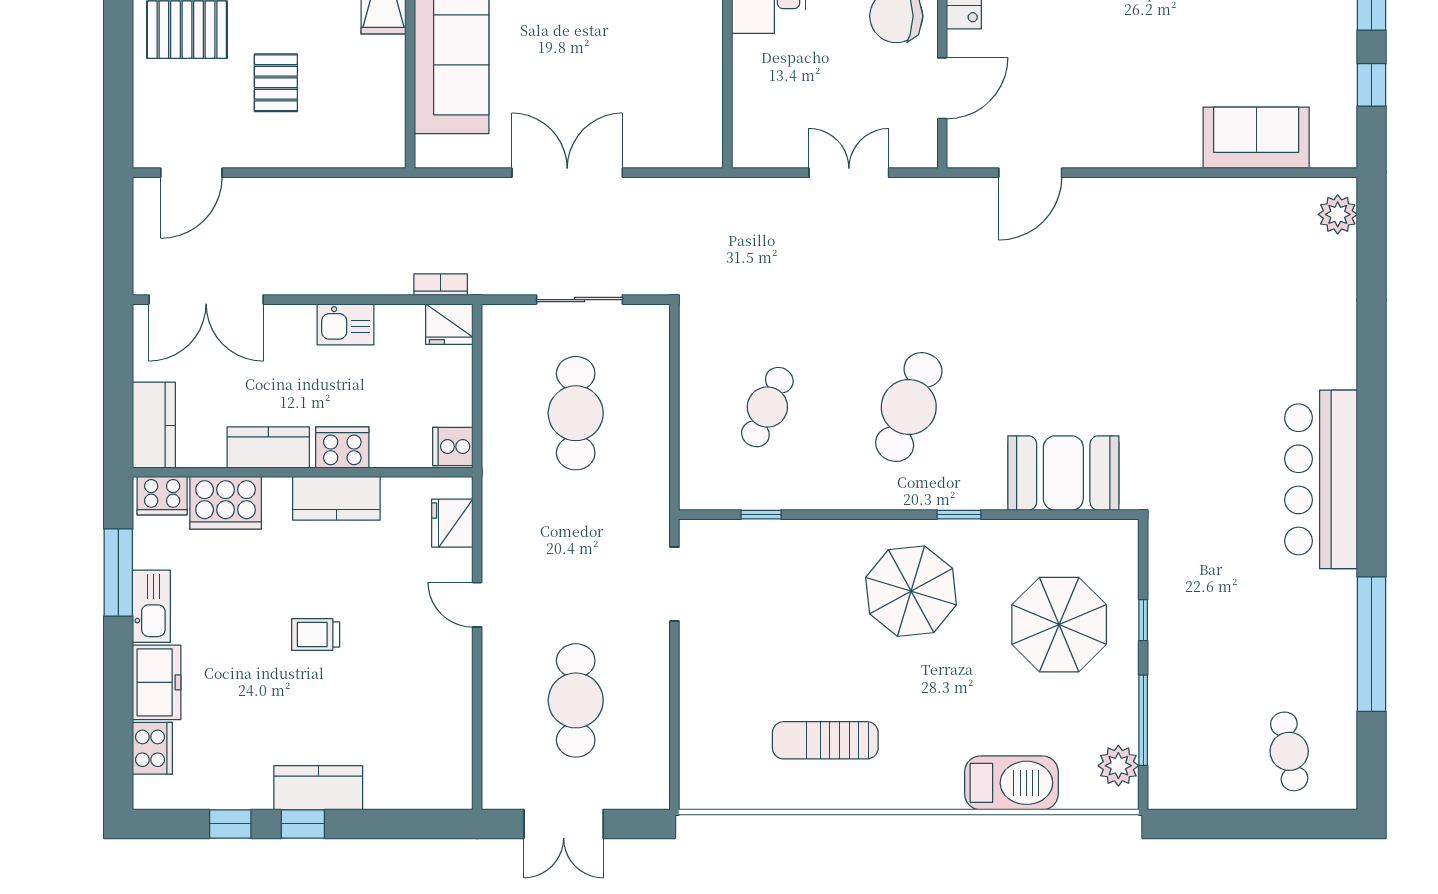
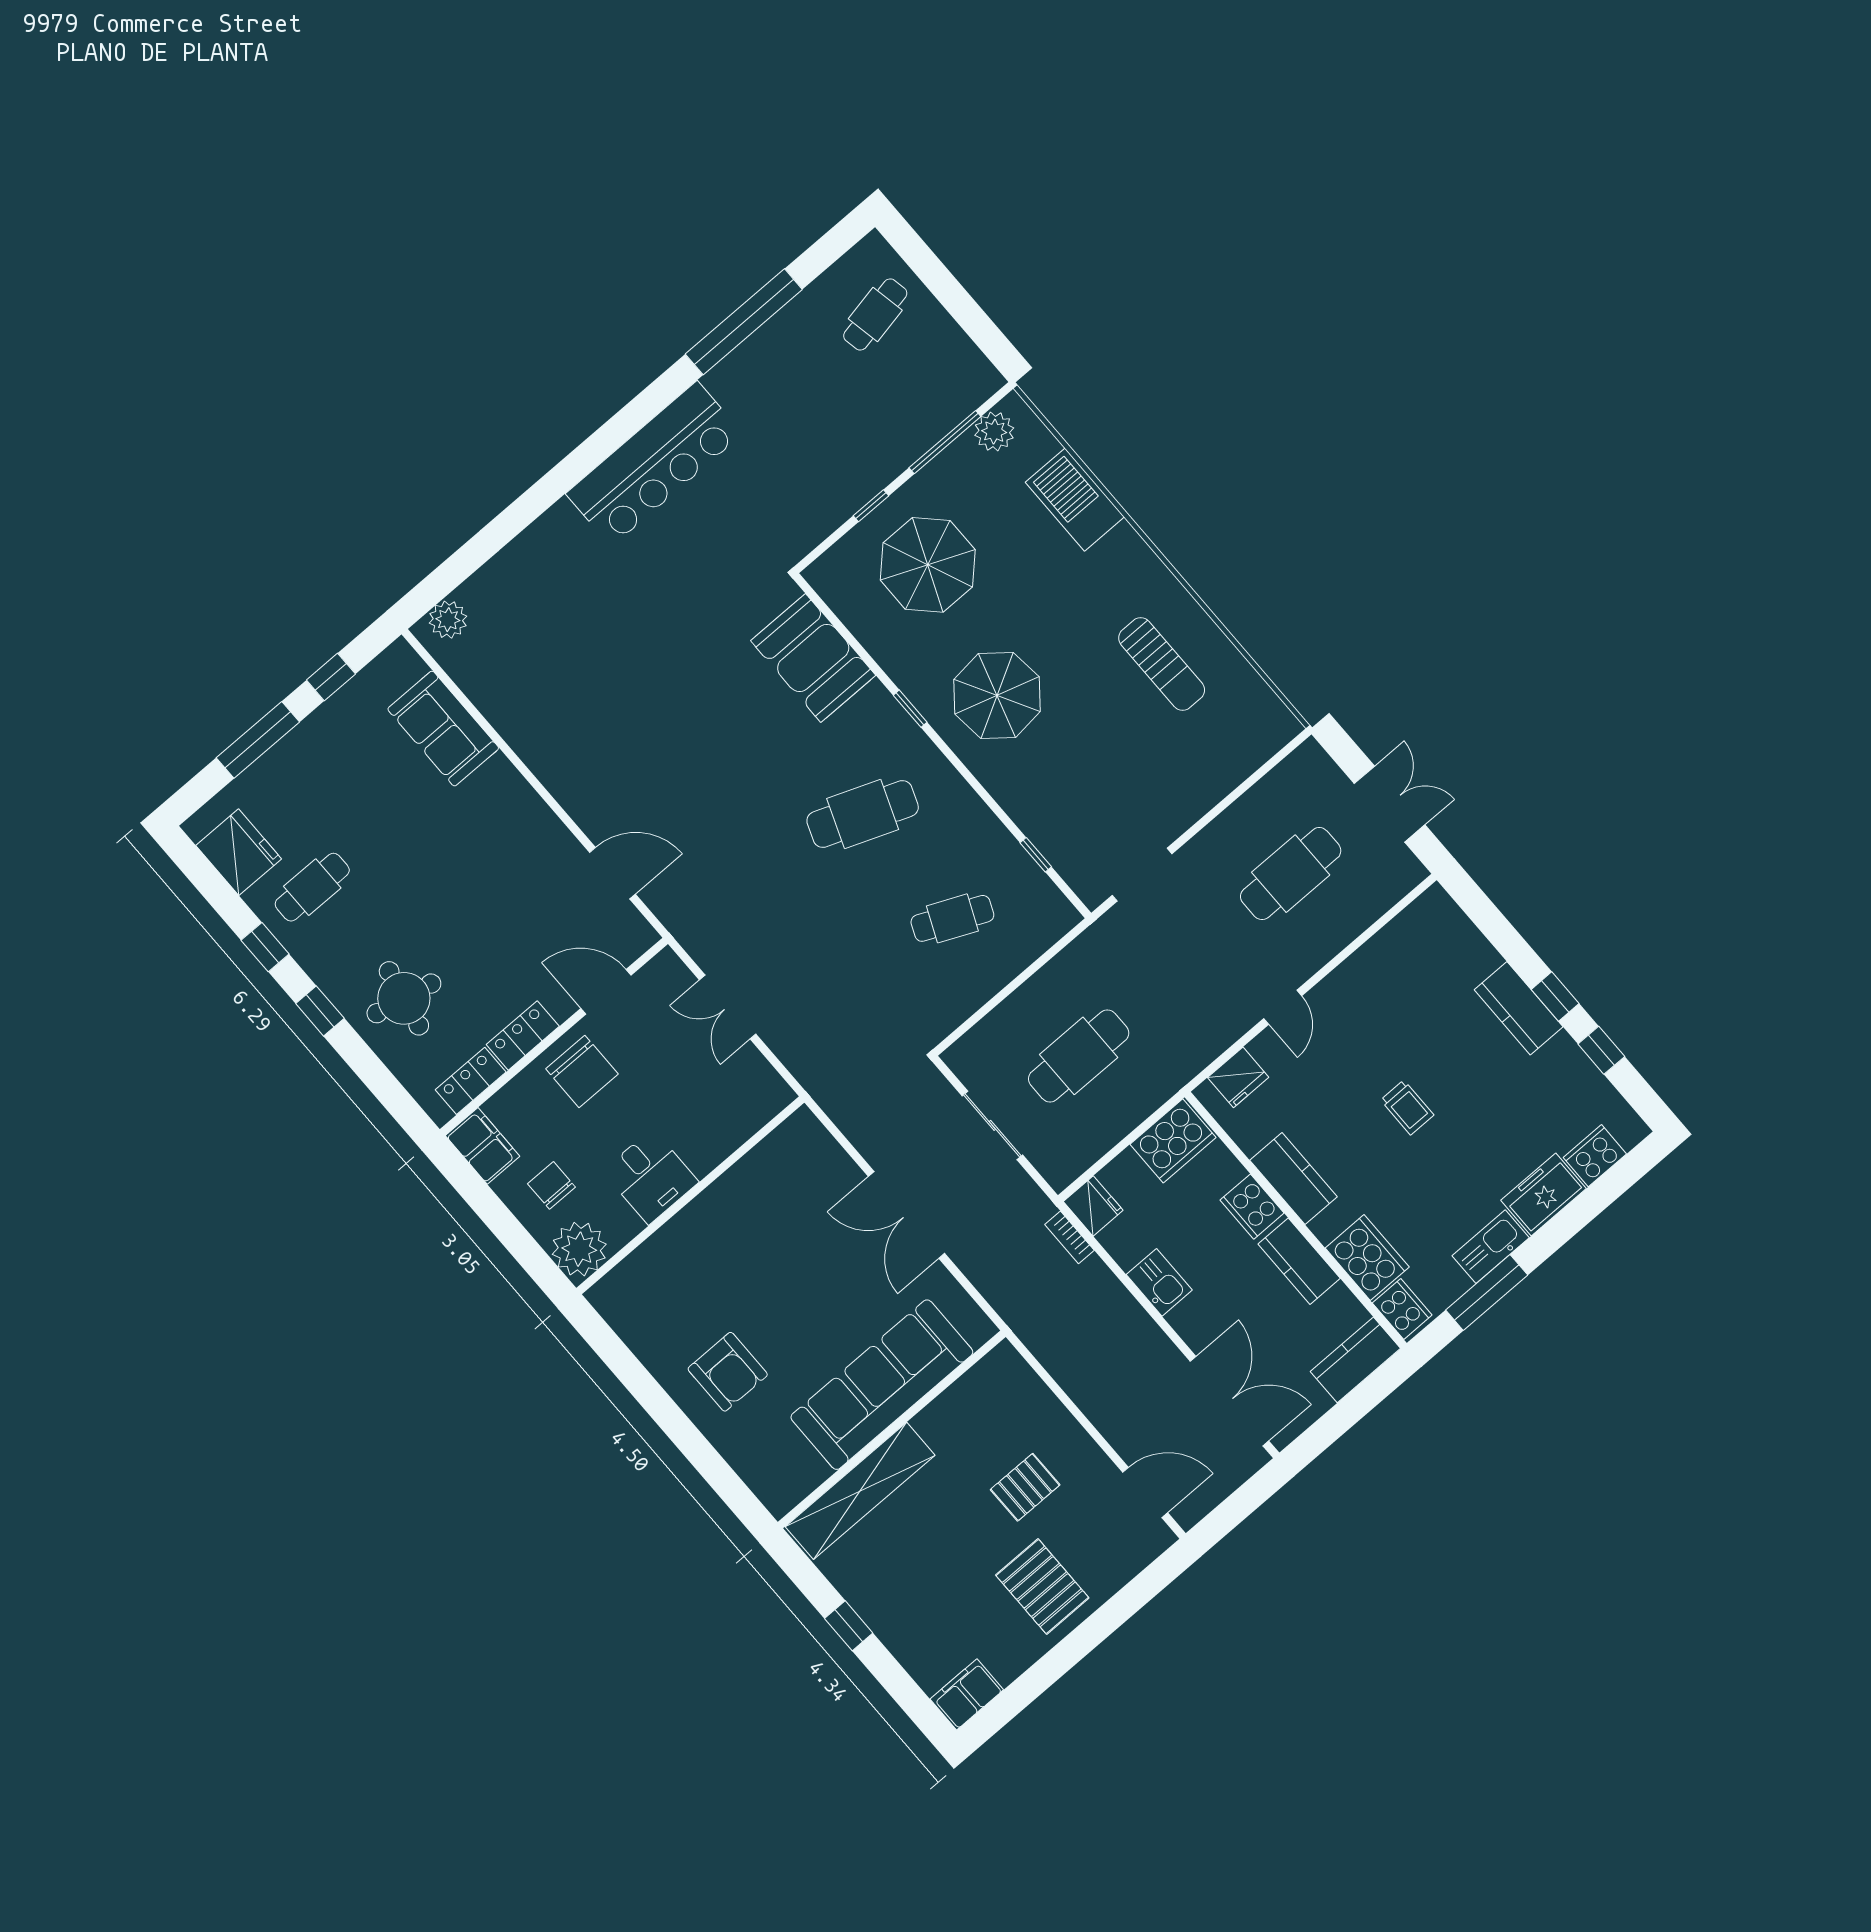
cooker: (453, 446) -> (1173, 1141), width x1.87, depth x1.31

